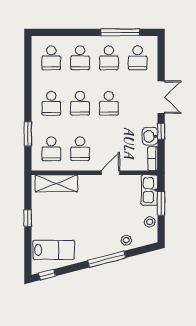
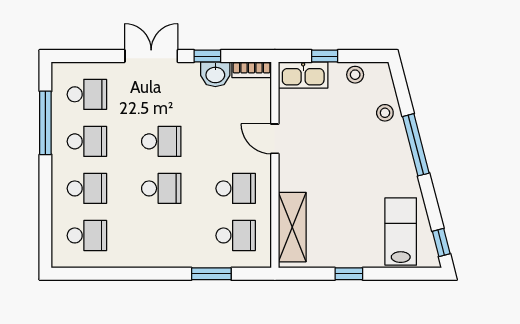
school desk: (51, 103) -> (161, 235), removed
window: (161, 203) -> (325, 56), width x0.67

